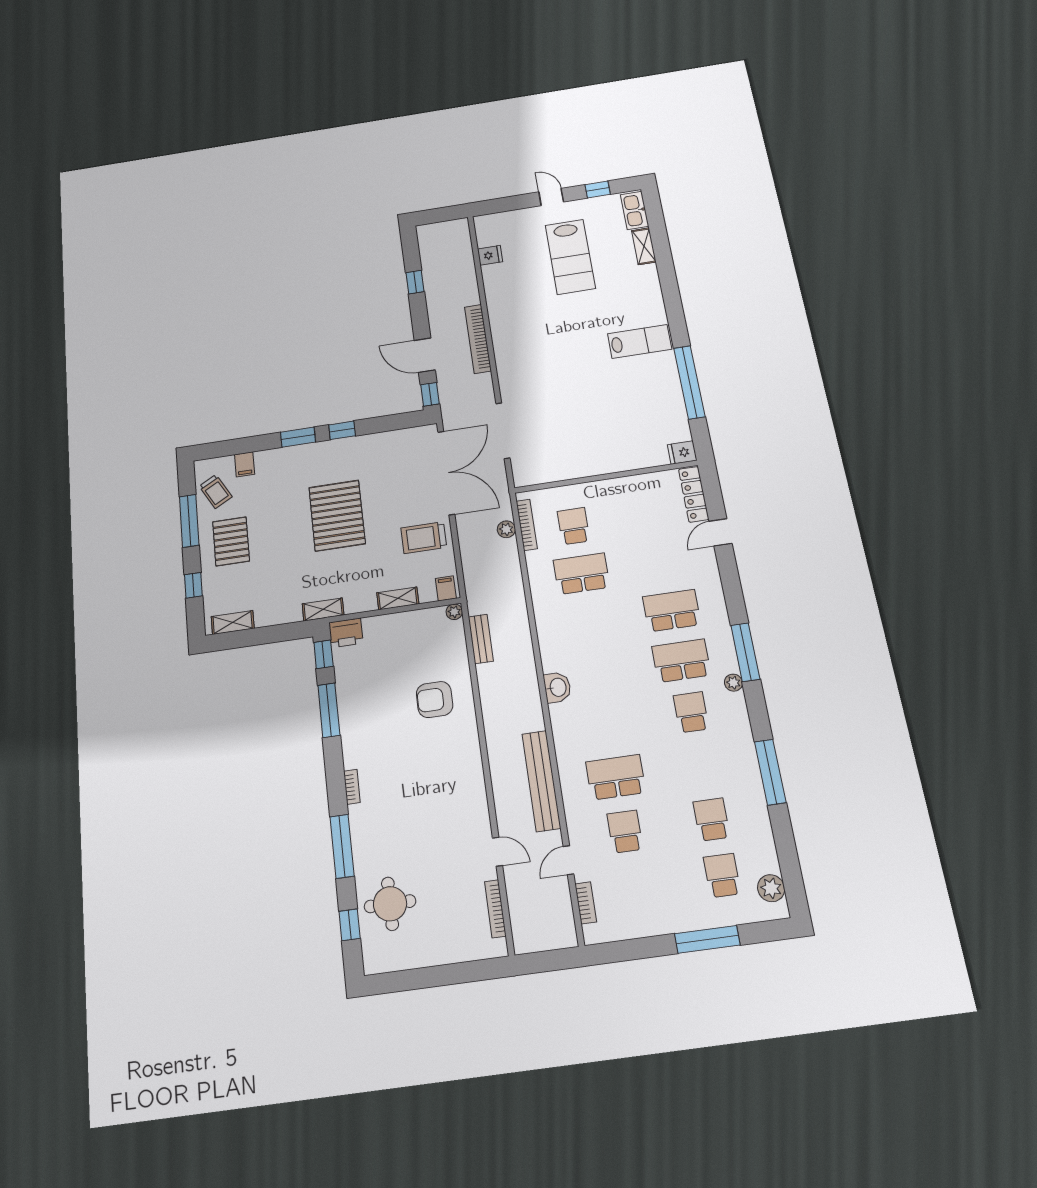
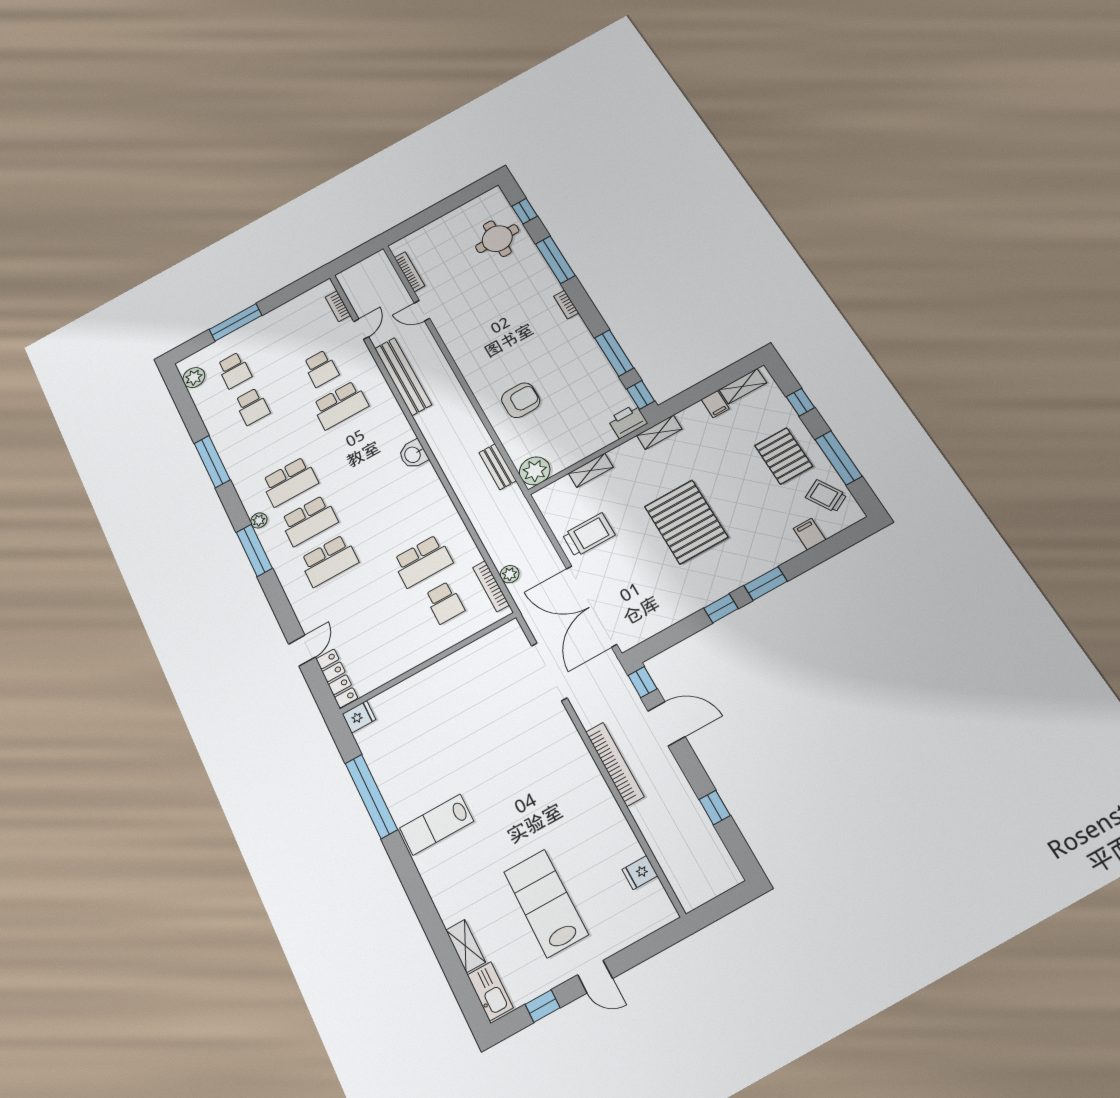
filing cabinet: (446, 588) -> (715, 404), moved
plant: (454, 612) -> (535, 471), width x1.88, depth x1.88
school desk: (691, 712) -> (290, 482), width x1.85

